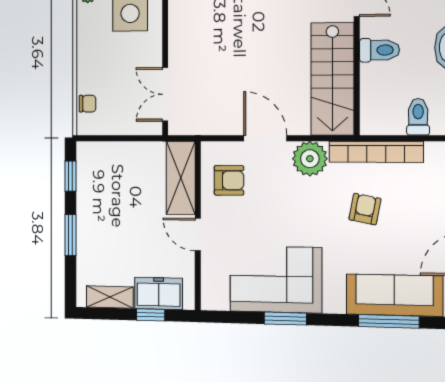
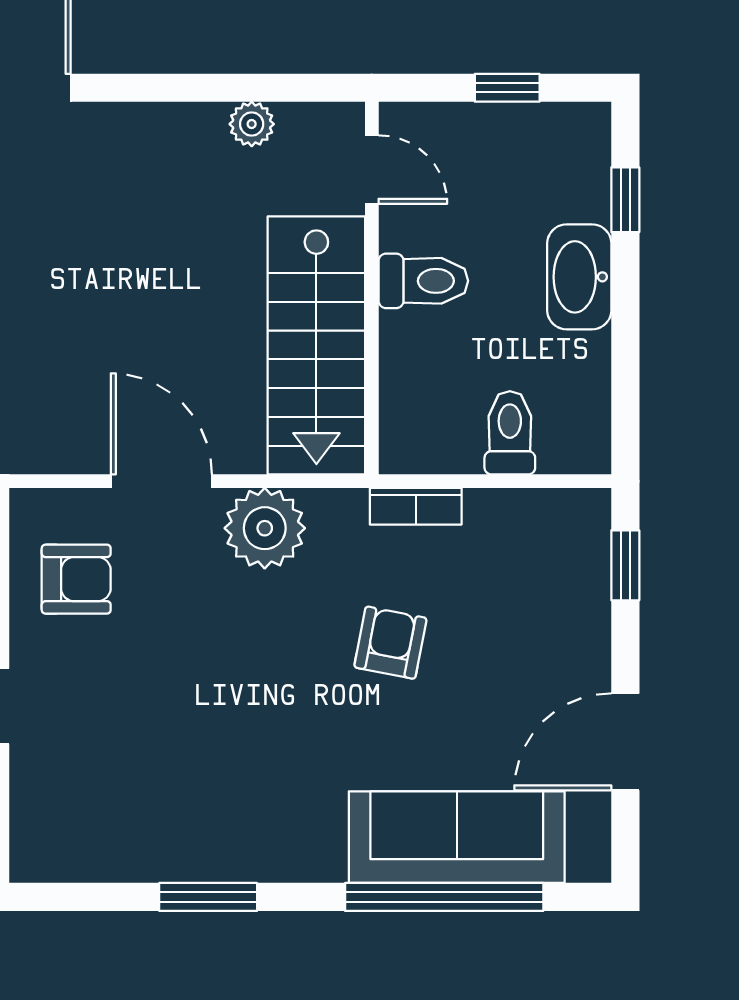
bookcase: (376, 152) -> (416, 506), width x0.43, depth x0.76
corner sofa: (276, 279) -> (186, 807), removed
window: (389, 321) -> (444, 897), width x1.46

